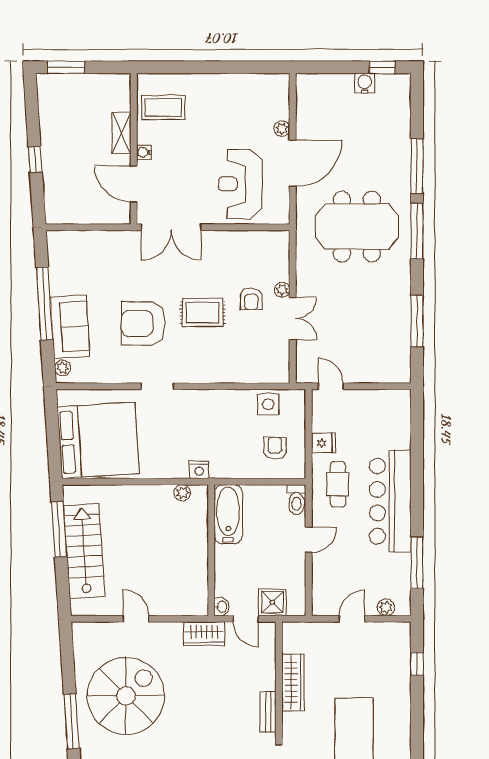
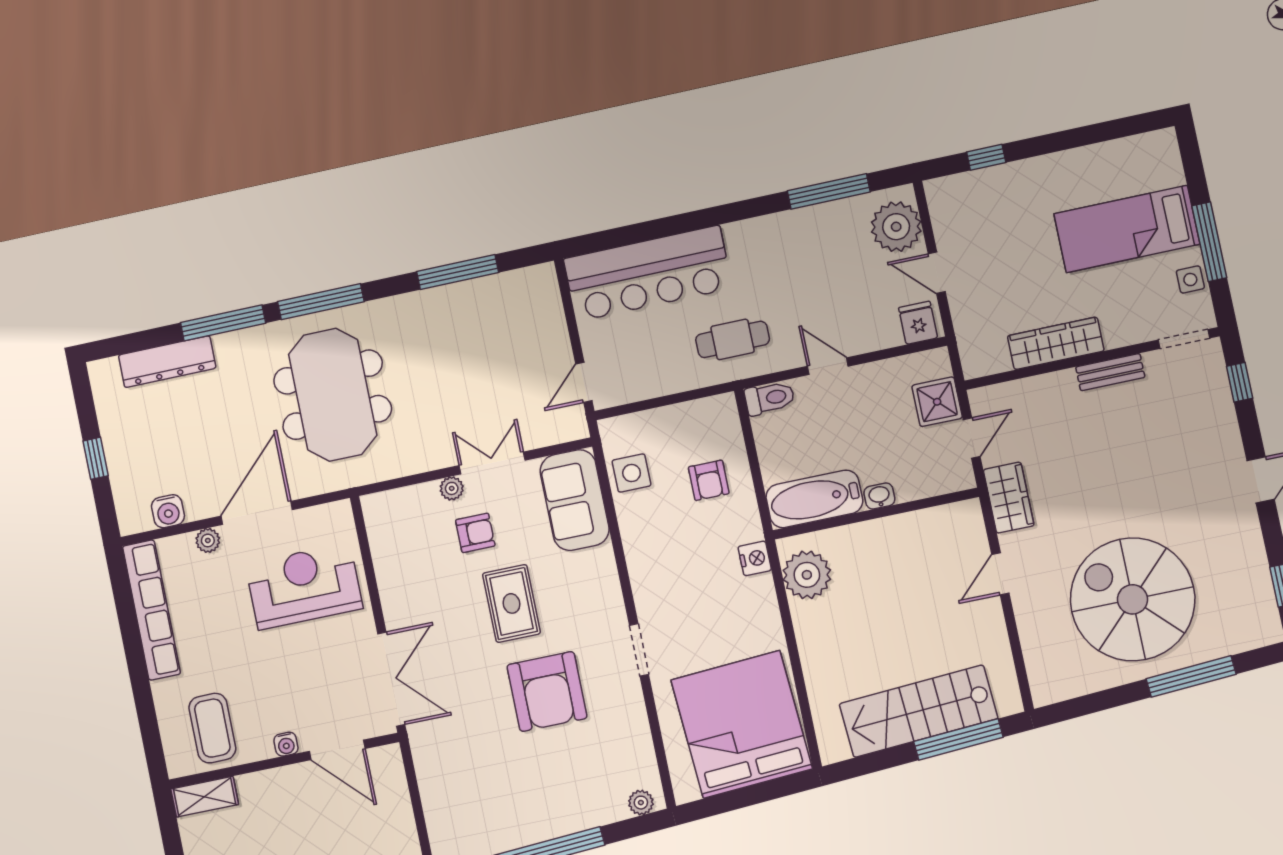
window: (382, 67) -> (96, 458), moved
water cooler: (365, 83) -> (168, 511), moved, turned -90
row of seats: (246, 84) -> (151, 610), added
dresser: (400, 126) -> (167, 362), added
shelving: (121, 133) -> (205, 797), moved
door: (293, 163) -> (257, 513), hinge flipped
door: (134, 184) -> (337, 750), hinge flipped
reception desk: (240, 184) -> (304, 586), turned 180
sofa: (70, 327) -> (575, 500), moved, turned -86
fridge: (324, 443) -> (918, 323), moved
armchair: (275, 448) -> (709, 480), moved, turned -90
plant: (182, 493) -> (807, 575), width x1.88, depth x1.88
bar counter: (390, 501) -> (648, 273), moved
window: (59, 529) -> (958, 739), moved
washbasin: (222, 607) -> (879, 496), moved
plant: (386, 607) -> (896, 227), width x1.87, depth x1.87
door: (136, 619) -> (1000, 574), moved

